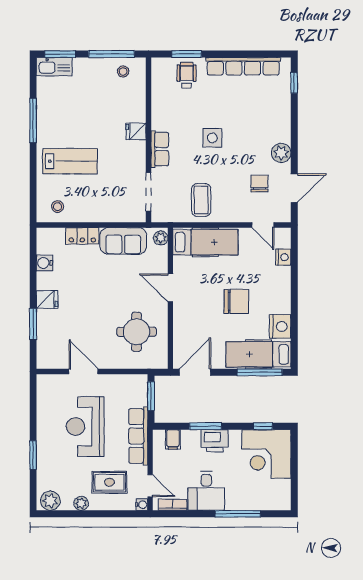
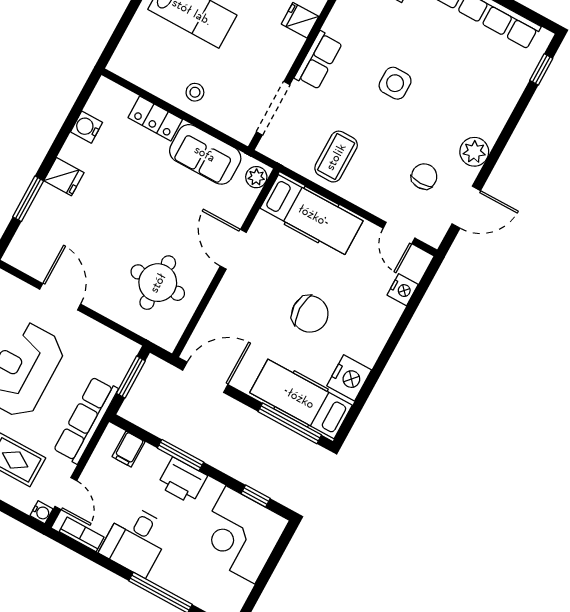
stool: (58, 207) -> (195, 92), moved

